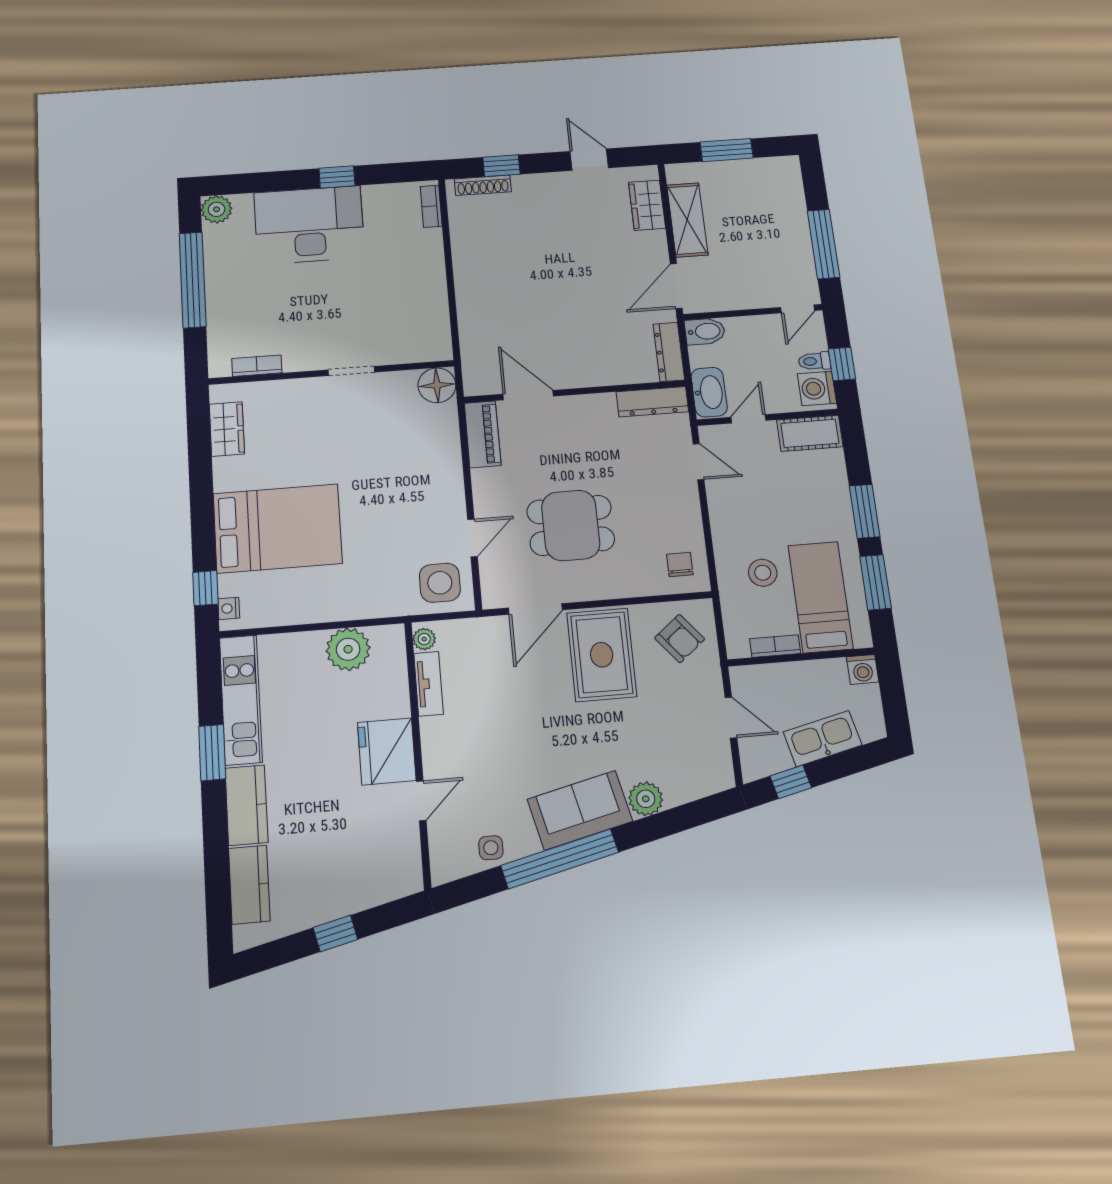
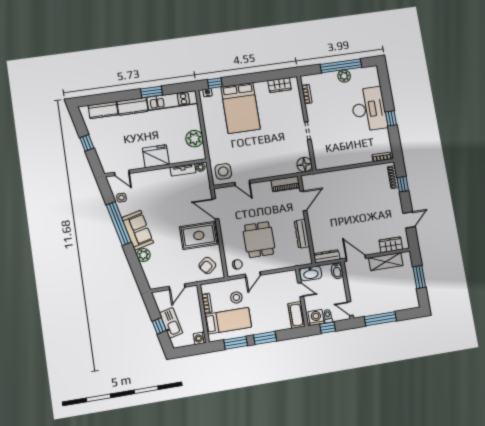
plant: (217, 209) -> (344, 76), moved
dresser: (652, 402) -> (302, 234), moved
door: (698, 462) -> (253, 275), moved
dining table: (571, 525) -> (259, 240), moved
window: (791, 782) -> (159, 326), moved
door: (421, 801) -> (122, 173), moved

